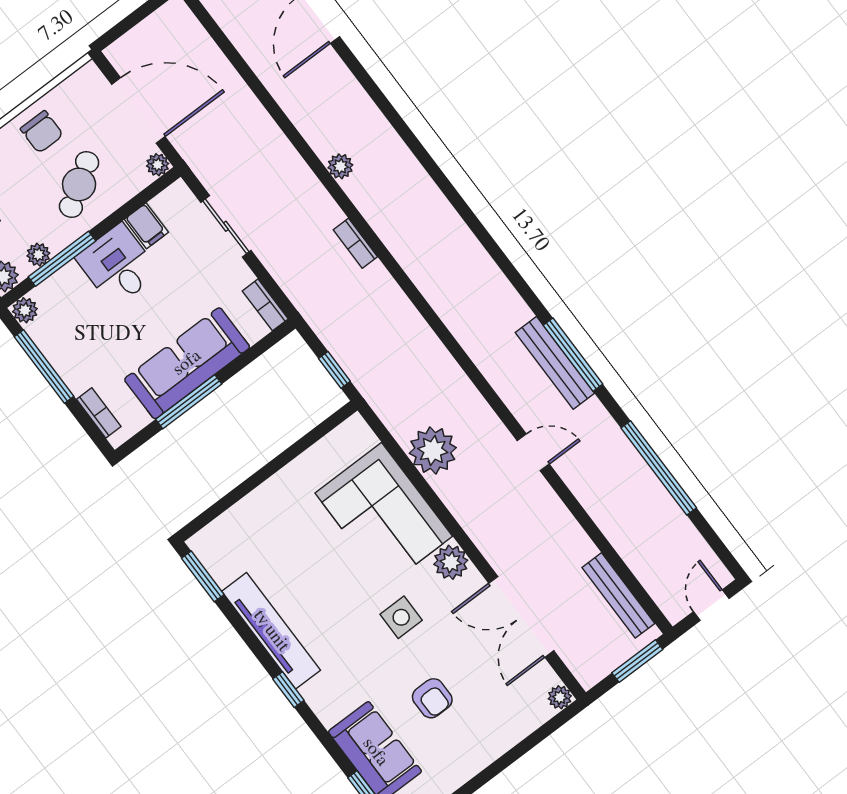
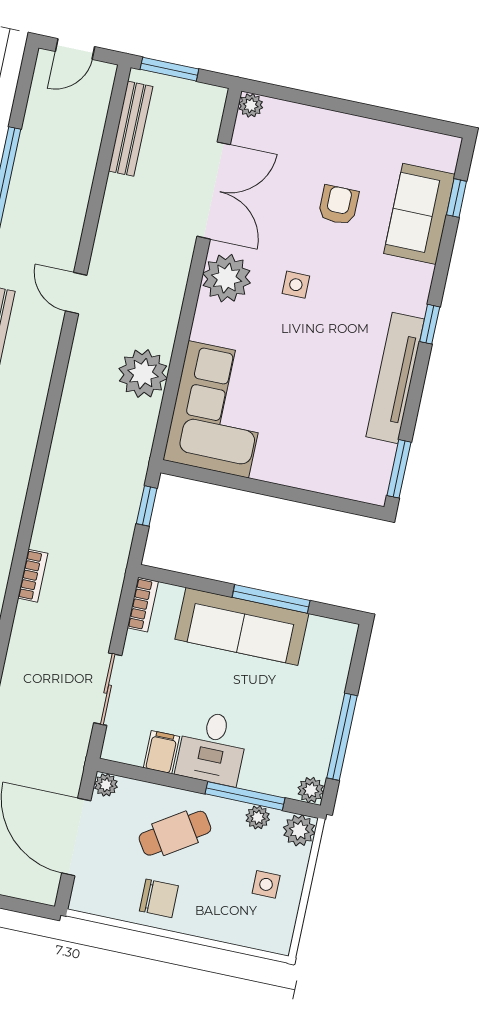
chair: (42, 132) -> (159, 898), turned 90
bookcase: (99, 413) -> (341, 662), removed
corner sofa: (384, 515) -> (218, 409), moved
plant: (451, 562) -> (227, 278), width x1.36, depth x1.36
side table: (401, 617) -> (296, 285), width x0.73, depth x0.73

